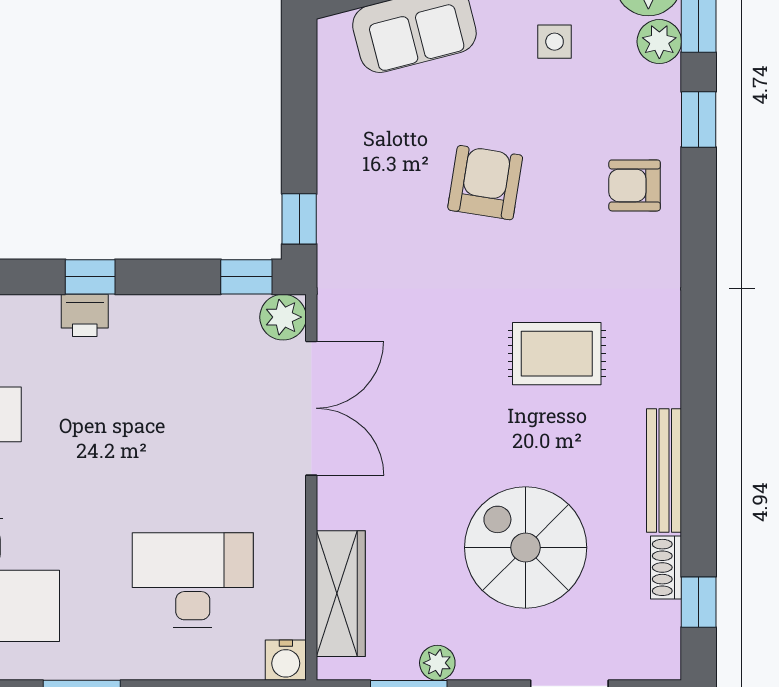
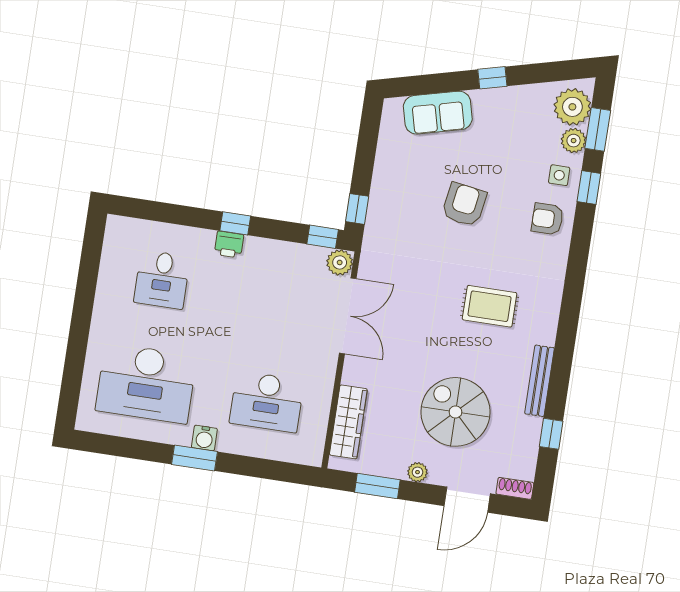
side table: (555, 42) -> (559, 175), moved
shoe rack: (666, 567) -> (515, 488), moved, turned 90
desk: (193, 580) -> (267, 402), turned 180
window: (699, 602) -> (551, 434), moved
water cooler: (286, 660) -> (204, 438), moved
plant: (437, 663) -> (417, 472), moved

